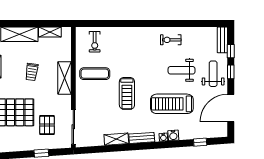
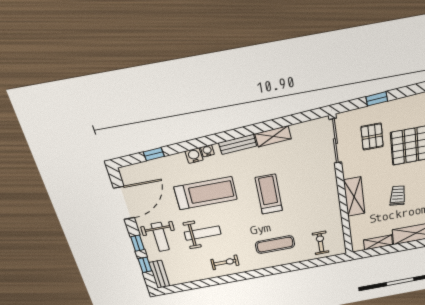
exercise mat: (95, 74) -> (275, 245), moved

